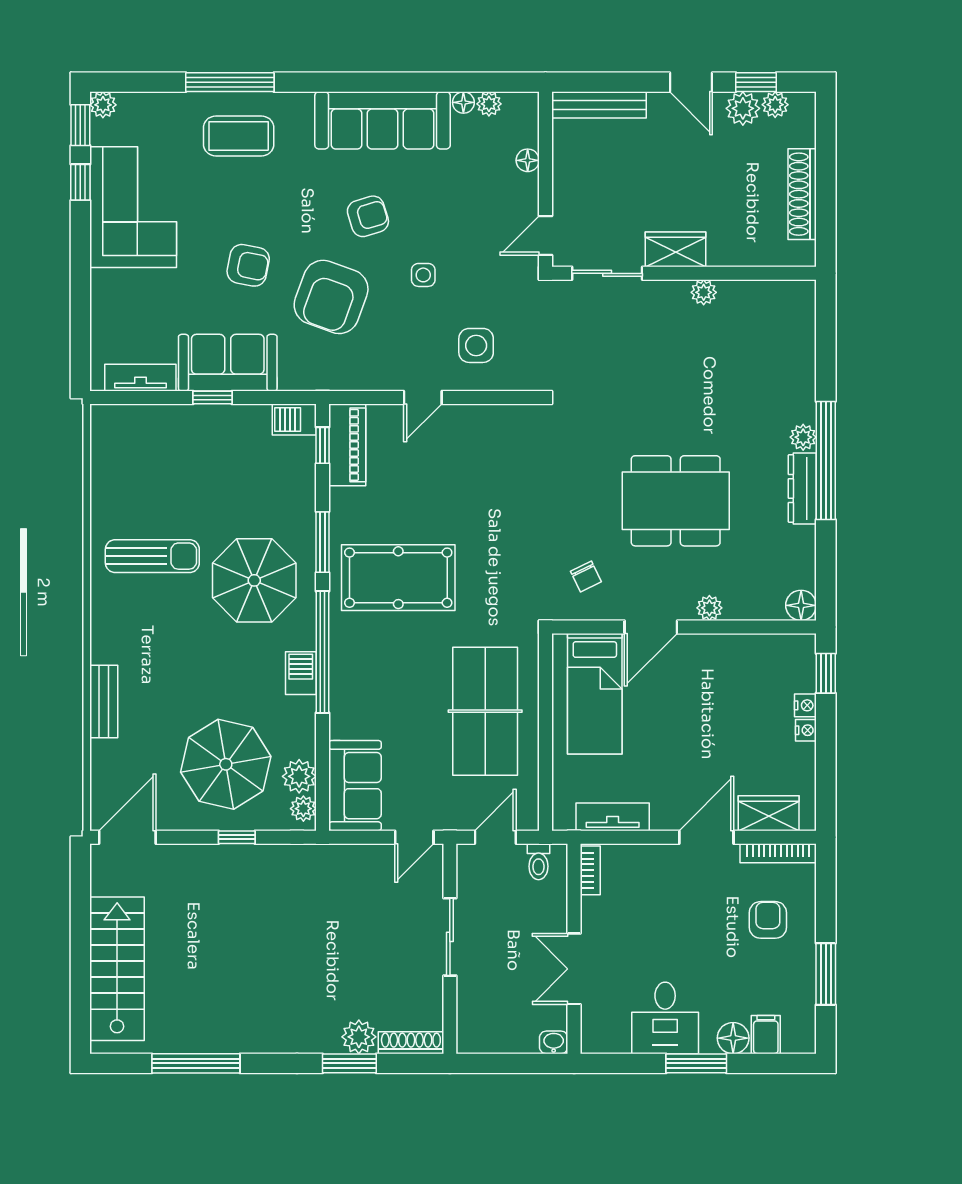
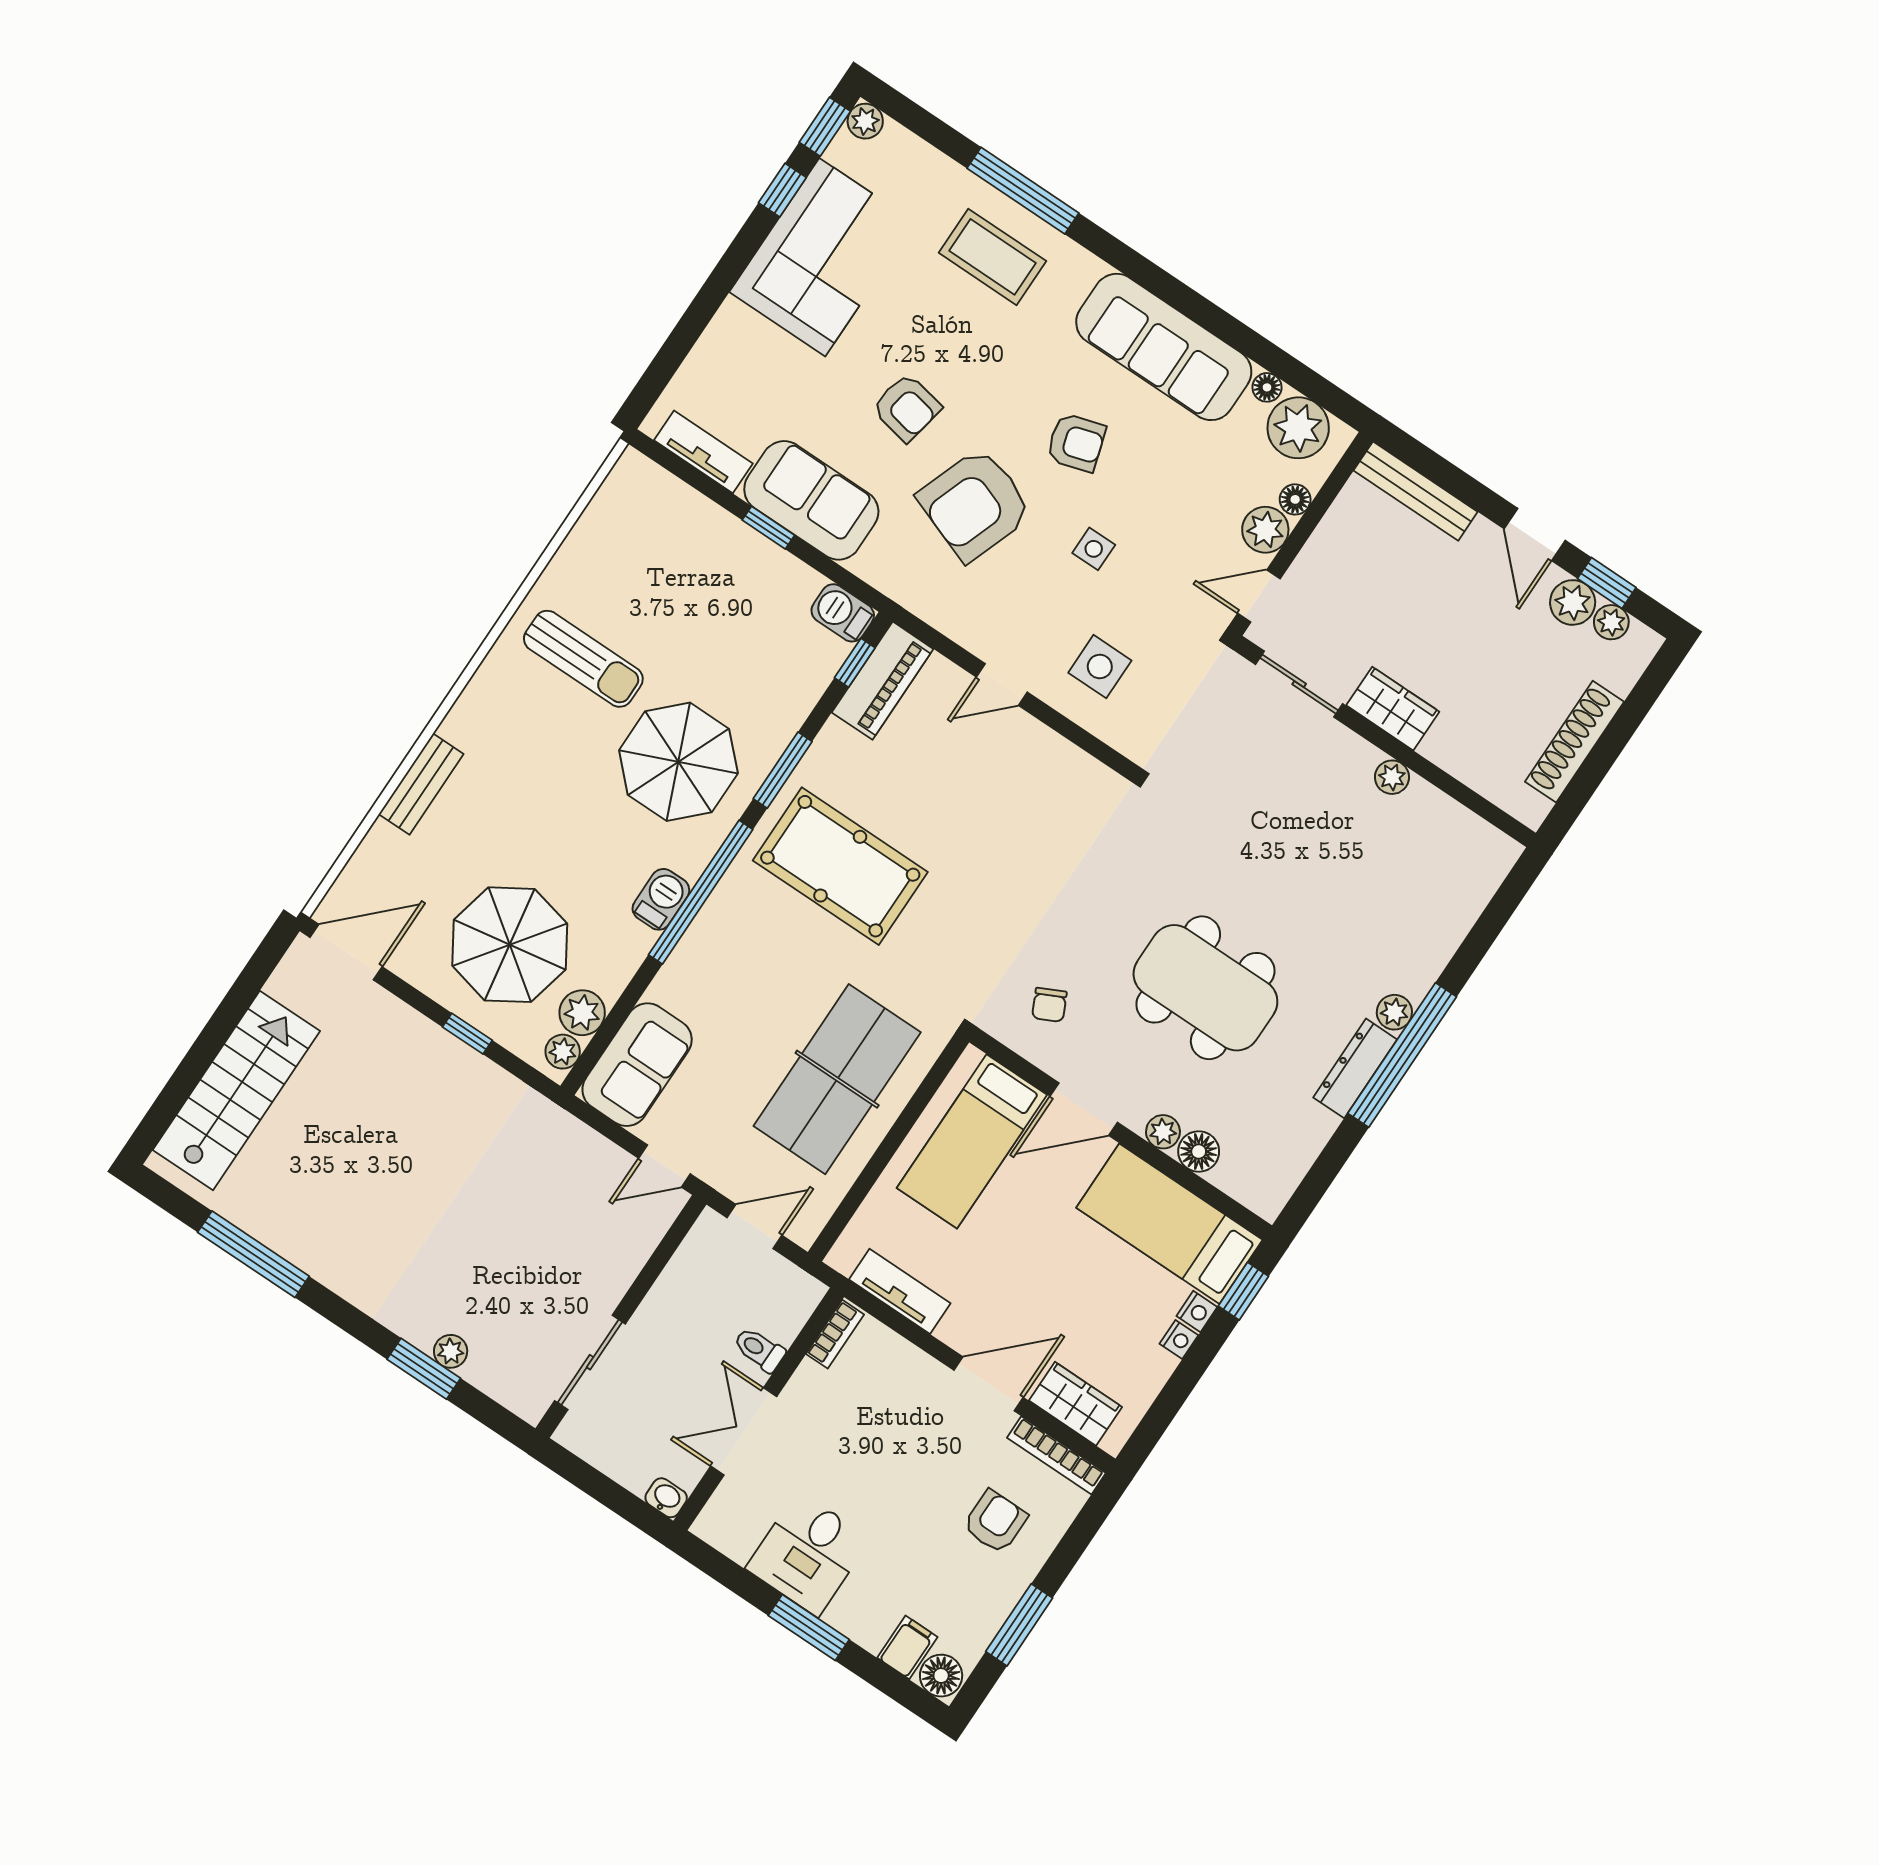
plant: (489, 104) -> (1298, 428), width x1.88, depth x1.88
plant: (522, 192) -> (1265, 530), added
floor lamp: (801, 605) -> (1199, 1151), moved
bed: (752, 662) -> (1169, 1224), added
toilet: (539, 862) -> (759, 1349), moved, turned 90
sliding door: (450, 937) -> (590, 1362), moved
plant: (359, 1037) -> (451, 1351), width x0.73, depth x0.73
floor lamp: (733, 1038) -> (941, 1676), moved
shoe rack: (411, 1043) -> (507, 1392), removed

